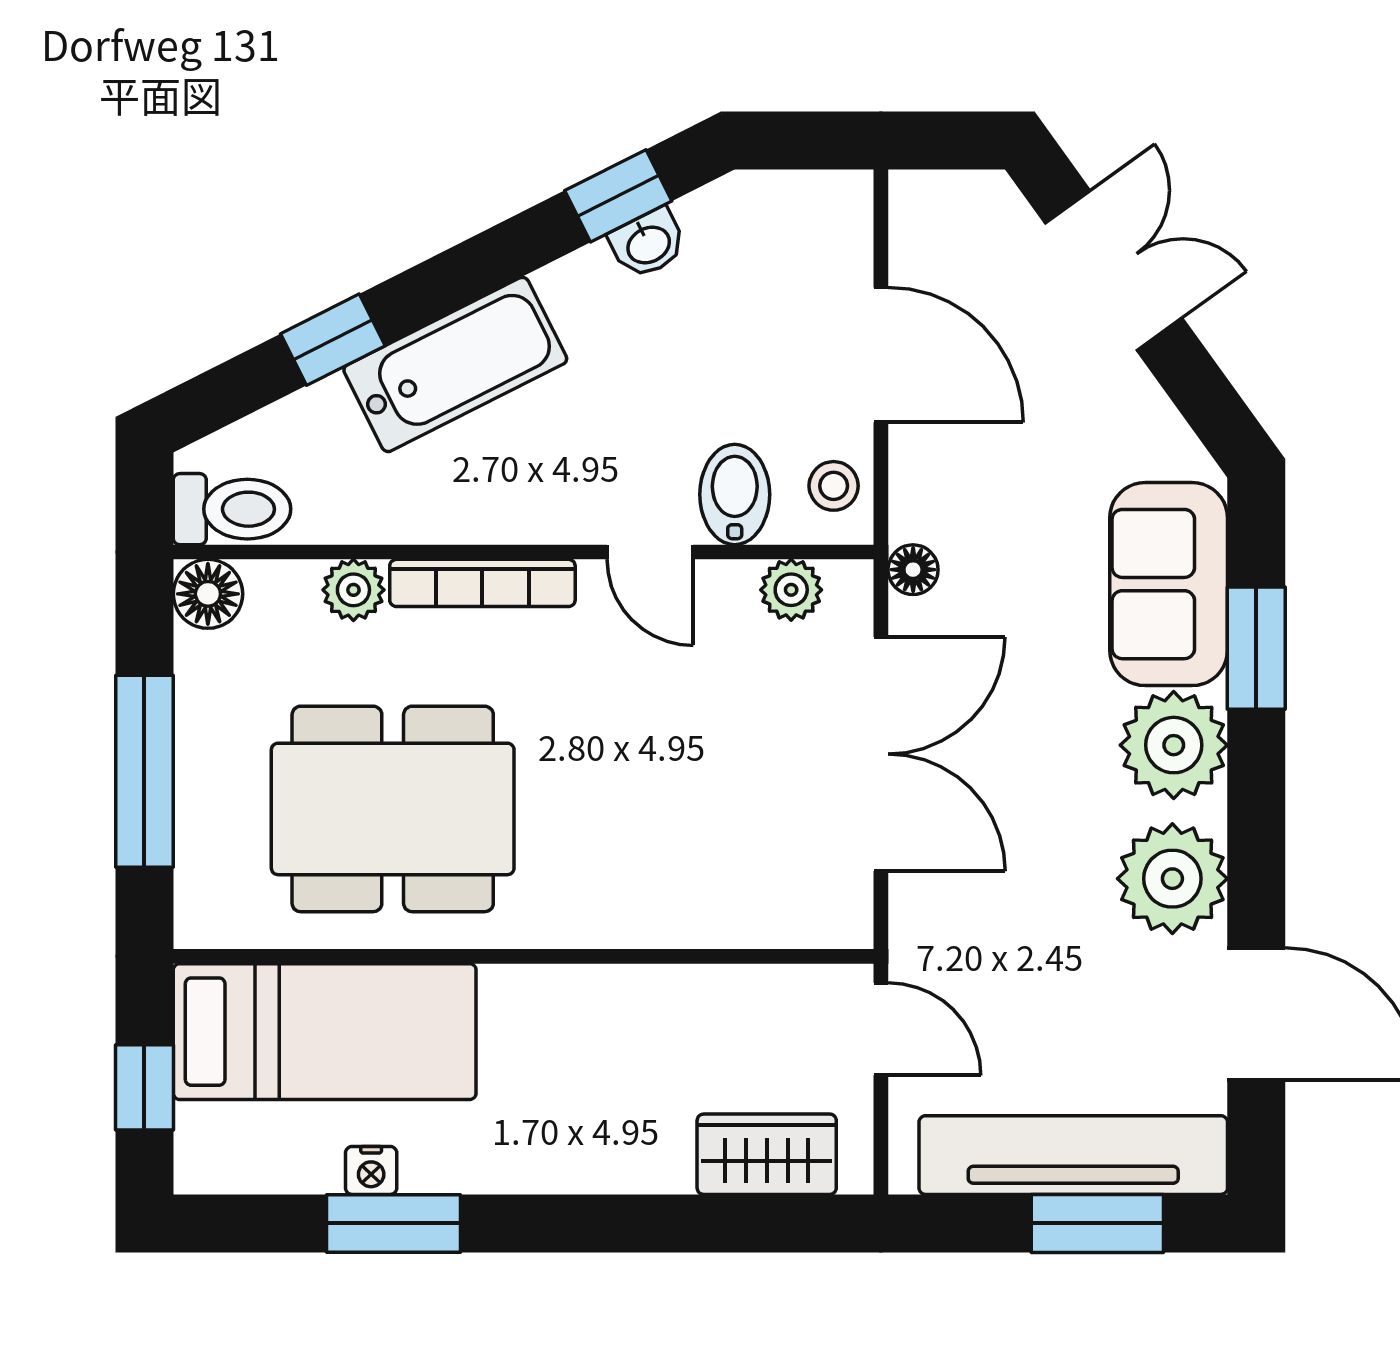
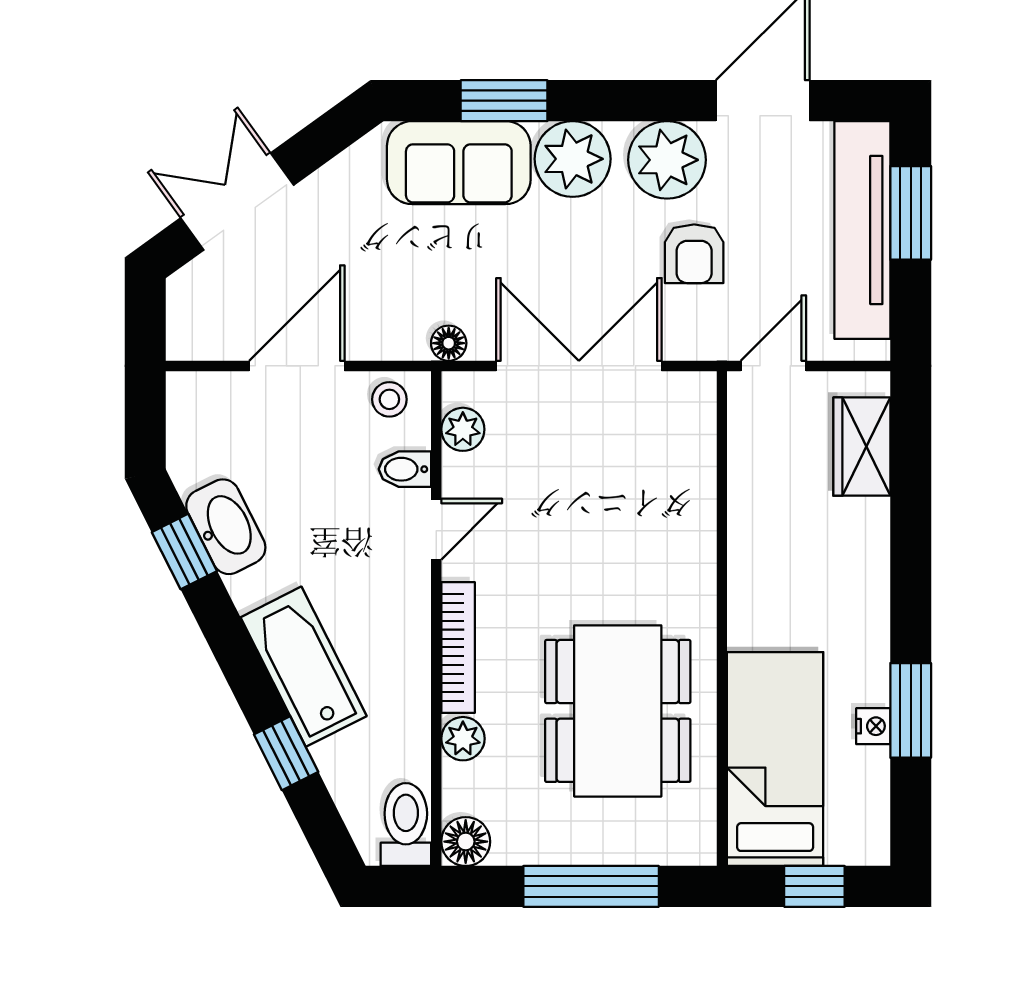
washbasin: (648, 244) -> (226, 527), width x1.91, depth x1.45
bidet: (735, 494) -> (405, 469), width x0.72, depth x0.74
armchair: (1040, 917) -> (694, 254), added

